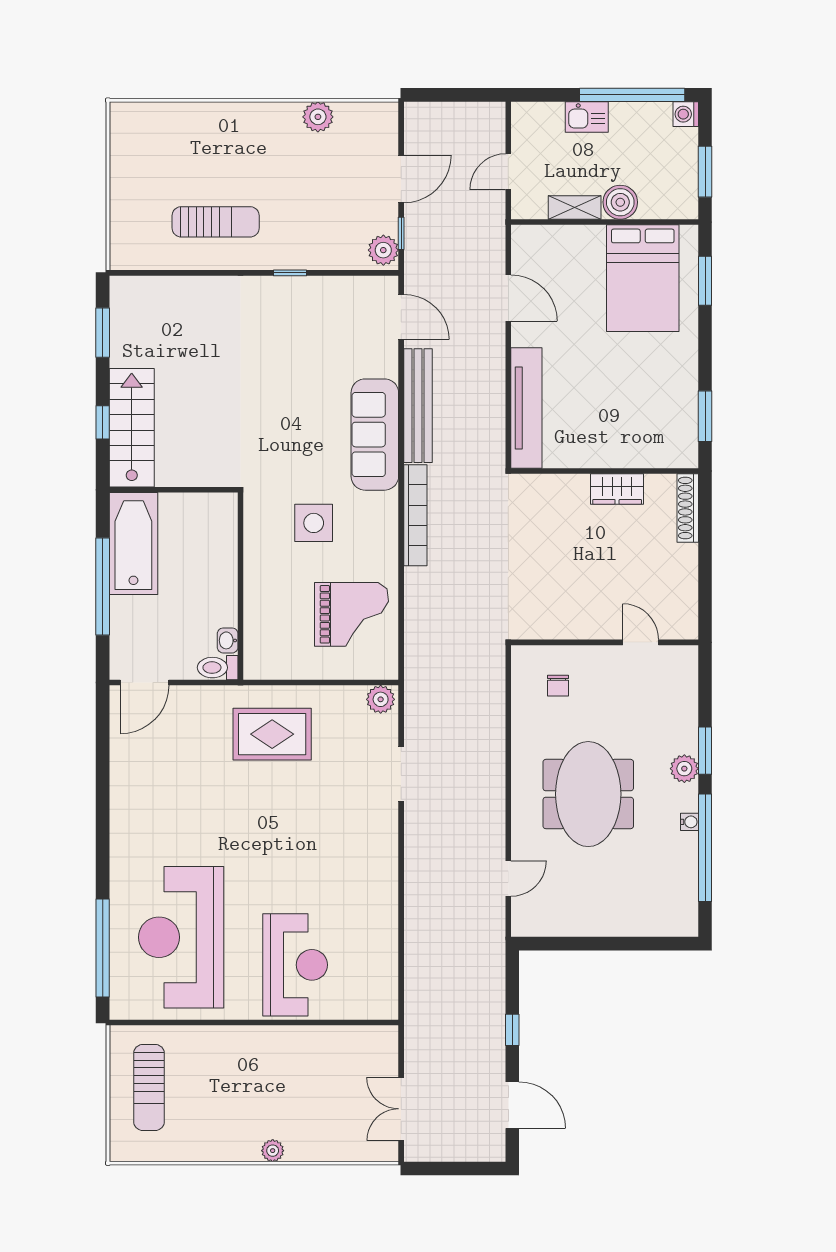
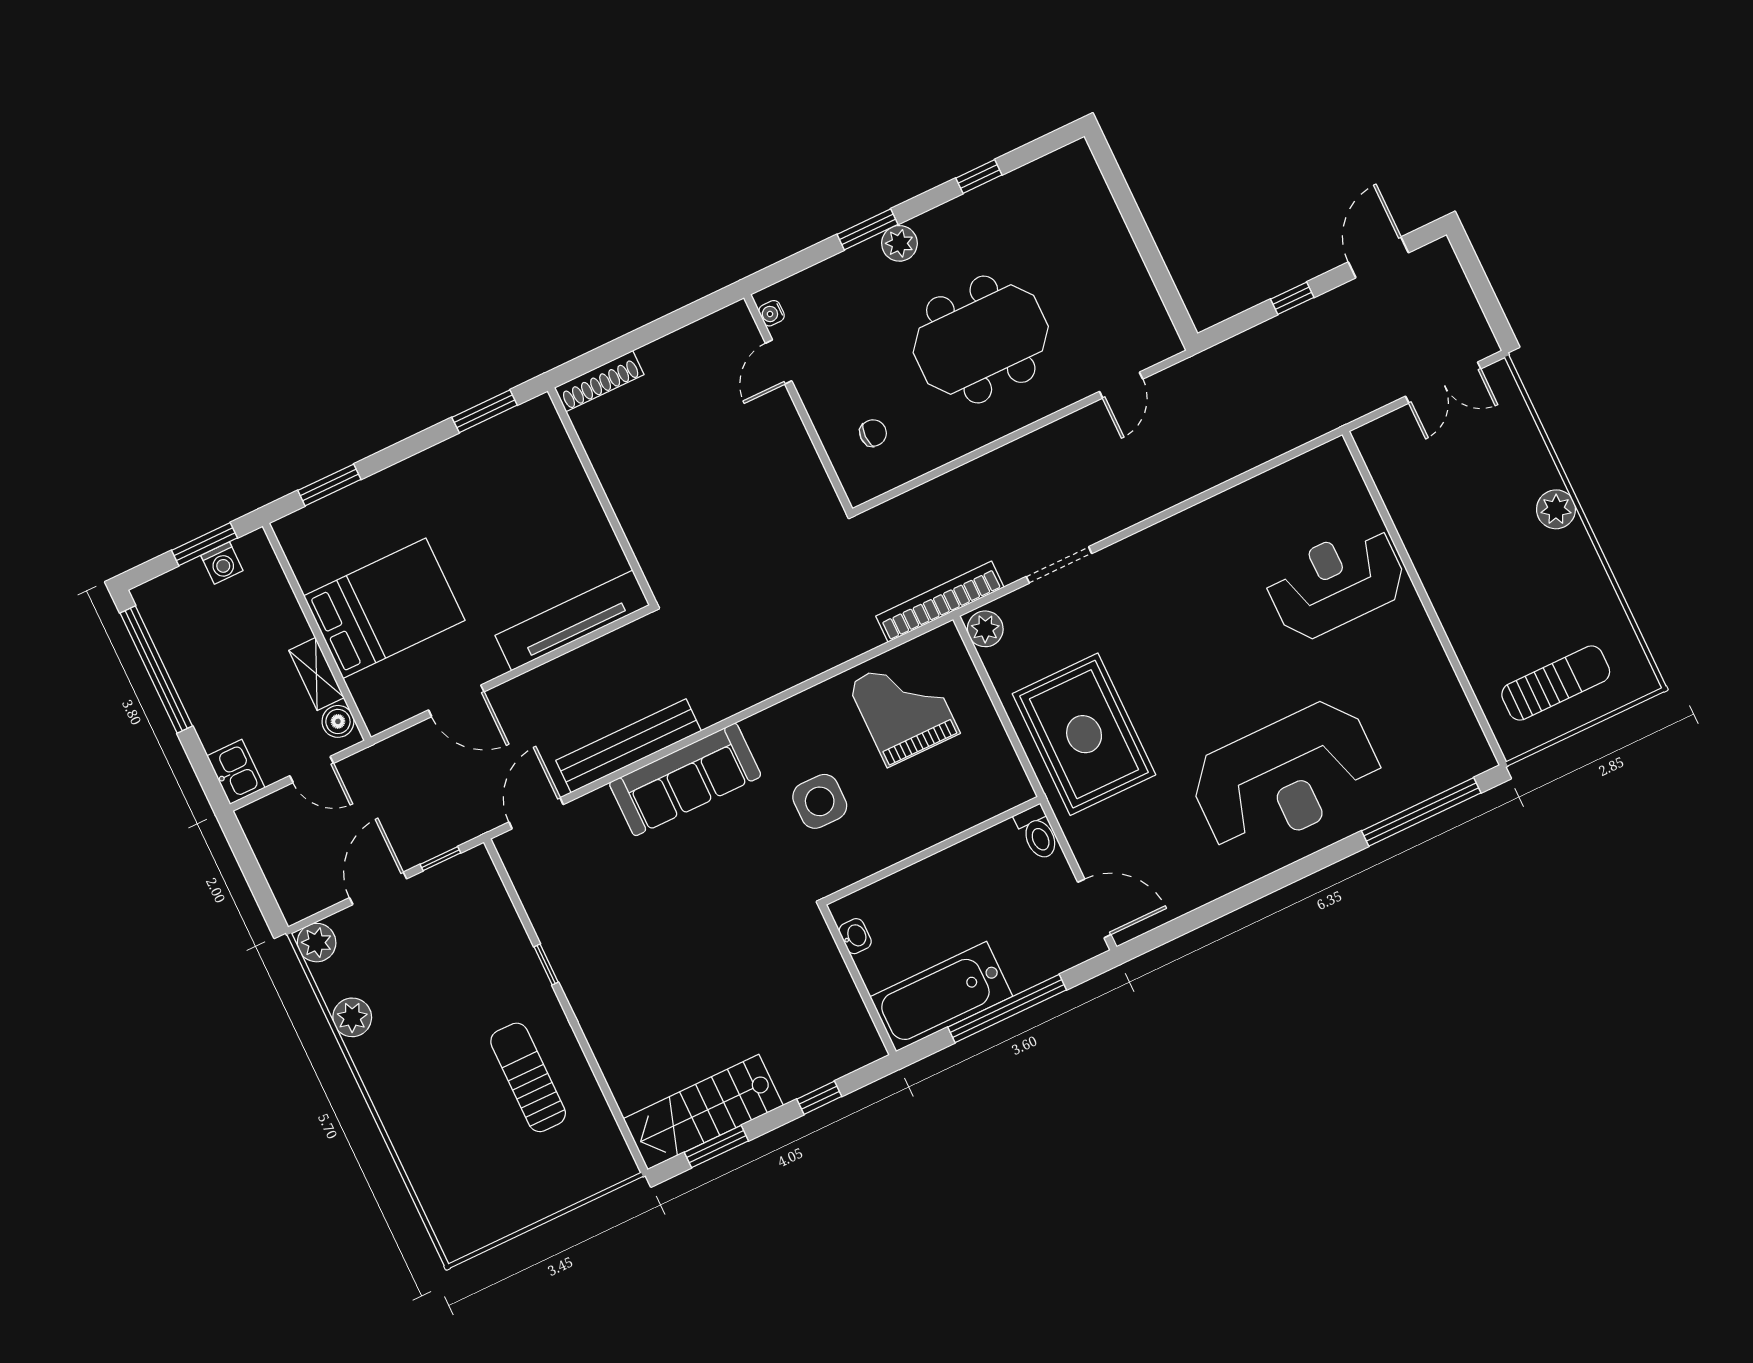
washing machine: (686, 114) -> (222, 563), moved
kitchen sink: (587, 117) -> (236, 772), moved
door: (401, 179) -> (378, 888), hinge flipped
boiler: (620, 202) -> (338, 721), moved, width x0.73, depth x0.73
plant: (383, 250) -> (317, 943), moved
bed: (643, 278) -> (384, 608), moved
door: (508, 298) -> (456, 701), swing flipped
stairs: (132, 428) -> (703, 1112), moved
wardrobe: (617, 489) -> (616, 472), removed
bookcase: (415, 515) -> (940, 602), moved
washbasin: (228, 640) -> (855, 936), moved, turned -90
rug: (272, 734) -> (1084, 734), width x1.37, depth x1.44
water cooler: (690, 822) -> (772, 313), moved, turned -90
window: (705, 848) -> (979, 176), width x0.32
door: (508, 878) -> (1121, 385), swing flipped
reception desk: (181, 937) -> (1286, 777), moved
plant: (273, 1151) -> (1556, 509), width x1.38, depth x1.38

